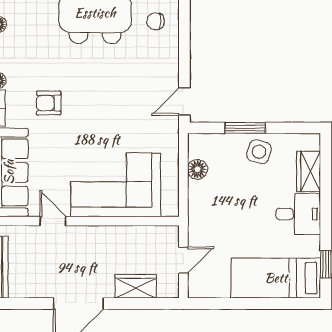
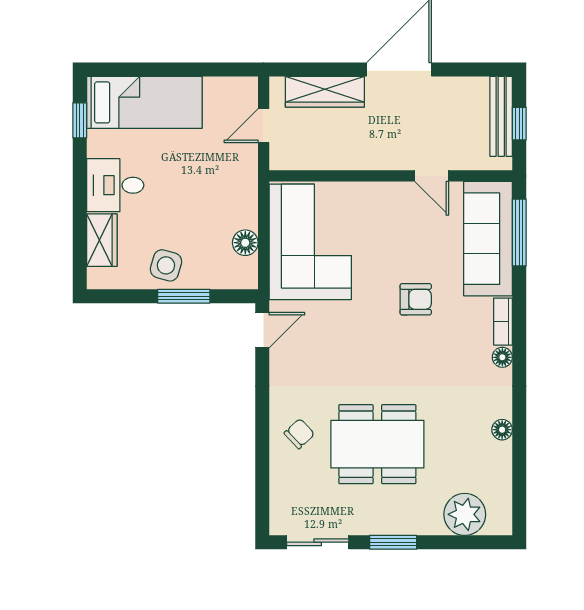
chair: (156, 21) -> (299, 434), turned -43
armchair: (49, 103) -> (416, 299), moved
corner sofa: (116, 185) -> (310, 242), moved, turned -90
wardrobe: (136, 286) -> (325, 92), width x1.50

